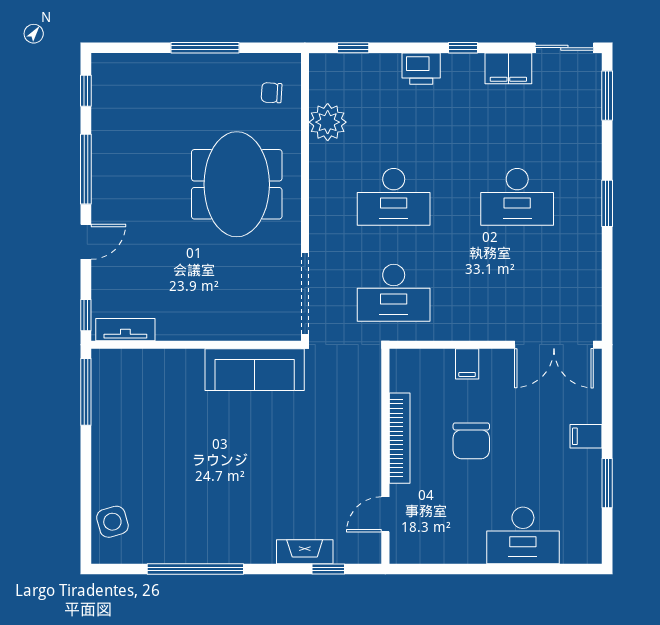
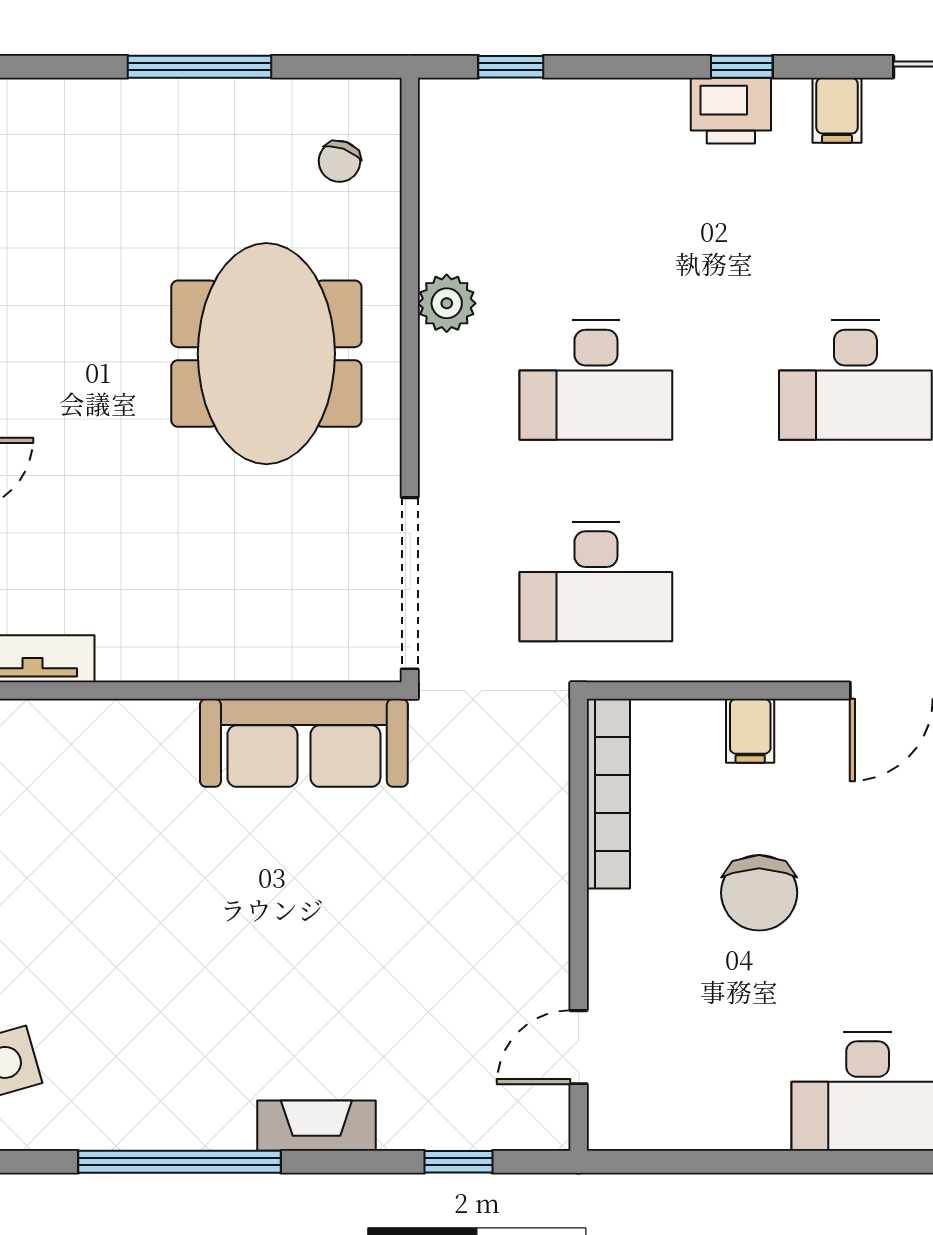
filing cabinet: (508, 68) -> (837, 110), width x0.50
printer: (421, 69) -> (731, 111), moved
chair: (272, 93) -> (339, 161), turned -73
plant: (328, 122) -> (447, 303), moved, width x0.73, depth x0.73
bookcase: (400, 438) -> (608, 794), moved
fireplace: (305, 552) -> (316, 1126), moved

